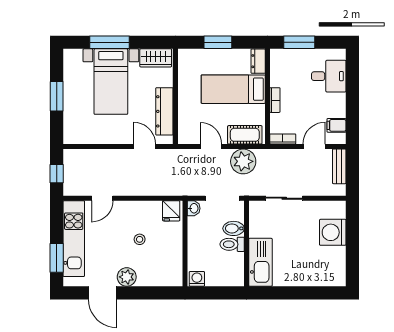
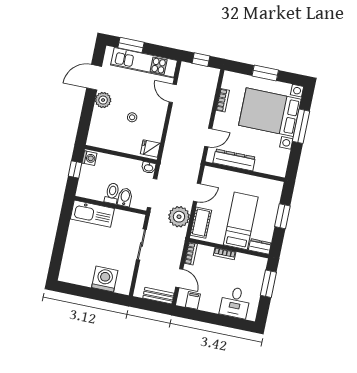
wardrobe: (156, 58) -> (280, 162), removed
bed with nightstands: (111, 82) -> (270, 112), width x1.36
bookcase: (98, 139) -> (223, 100), added
window: (213, 293) -> (75, 169), added

